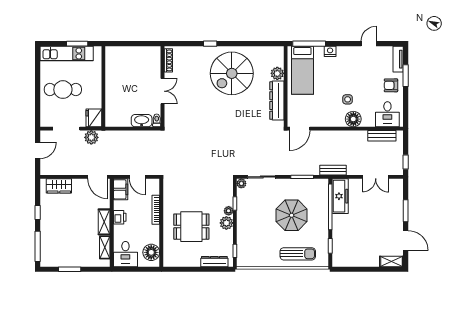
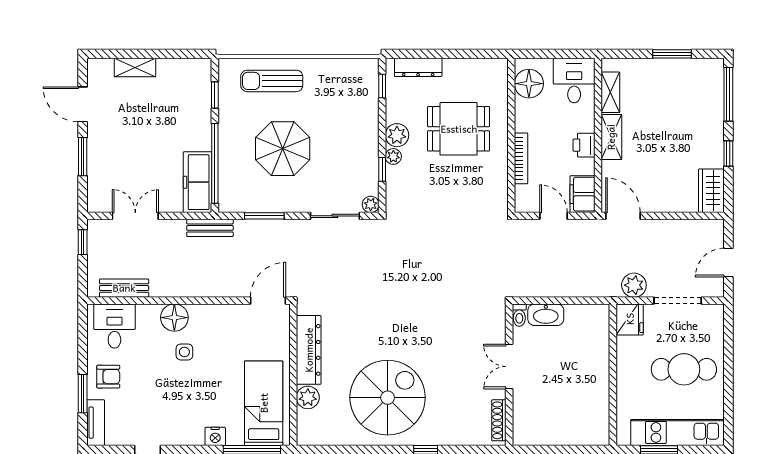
wardrobe: (59, 186) -> (711, 191), moved, turned -90
shelving: (391, 262) -> (135, 67), moved

